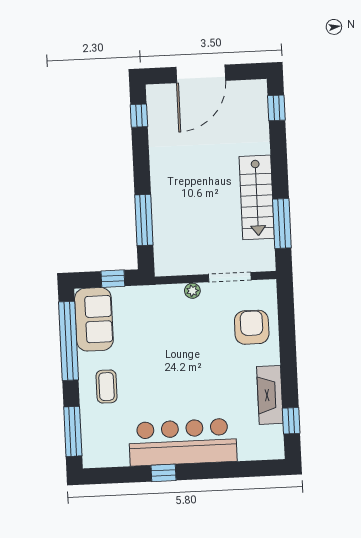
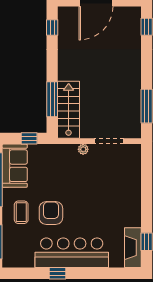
stairs: (257, 197) -> (69, 110), moved, turned 180
armchair: (252, 327) -> (51, 213), moved
fireplace: (270, 395) -> (133, 248), moved

